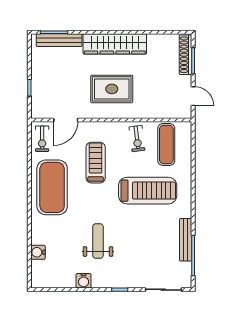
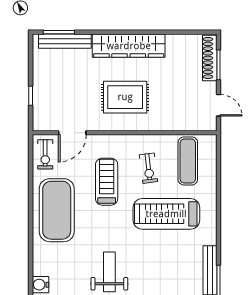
exercise bike: (137, 139) -> (149, 168), moved
treadmill: (148, 191) -> (166, 214), turned 180

